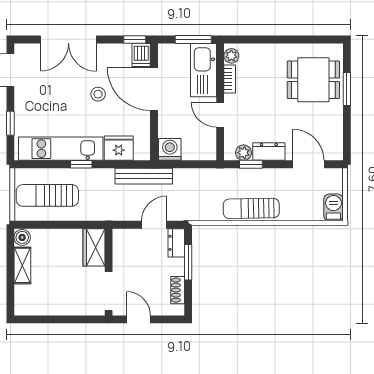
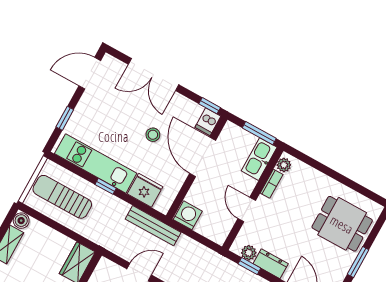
kitchen sink: (204, 70) -> (259, 159), width x0.73, depth x0.81
window: (347, 89) -> (358, 262), moved

